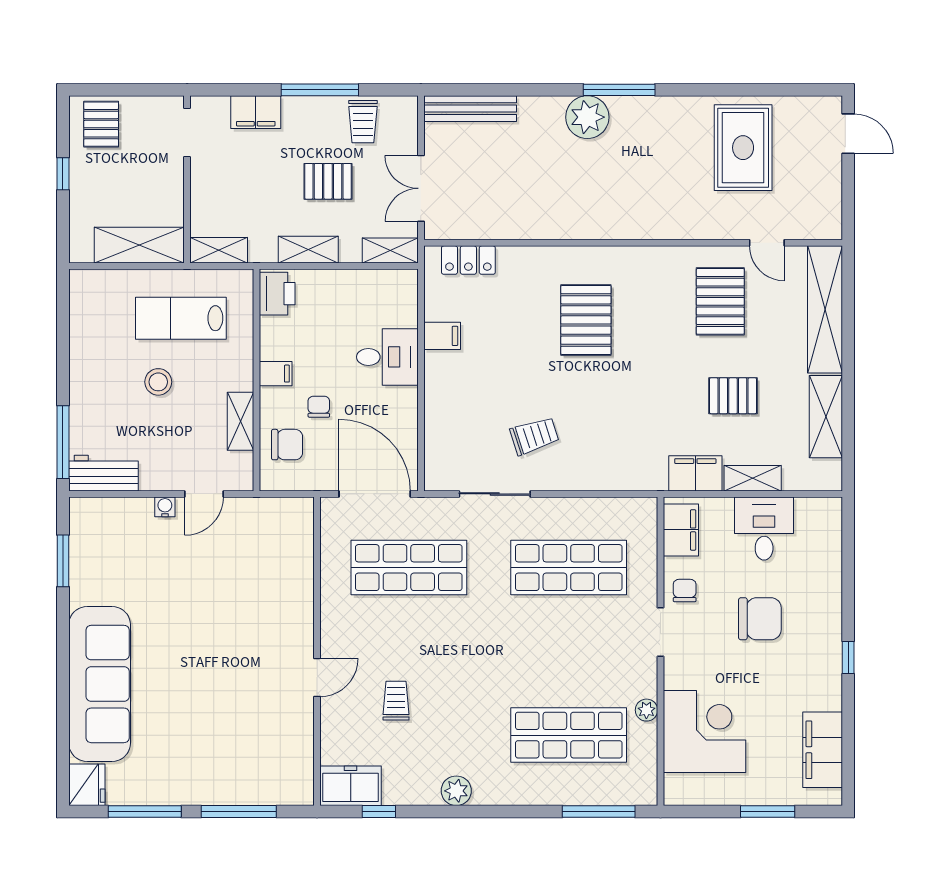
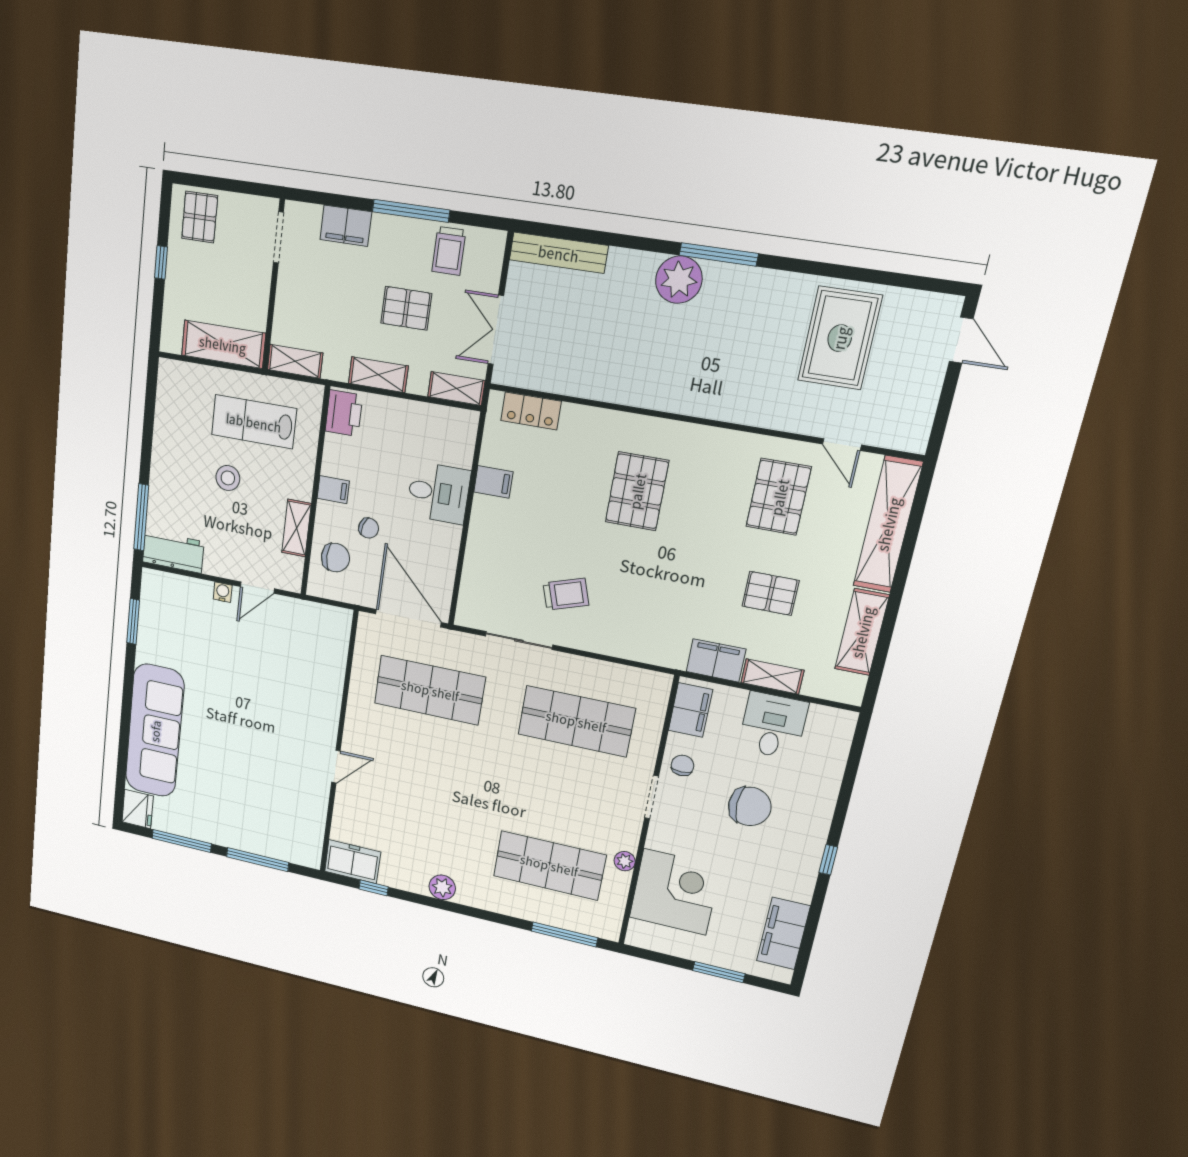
chair: (319, 407) -> (369, 528), turned 108
trolley: (396, 701) -> (401, 801), removed

